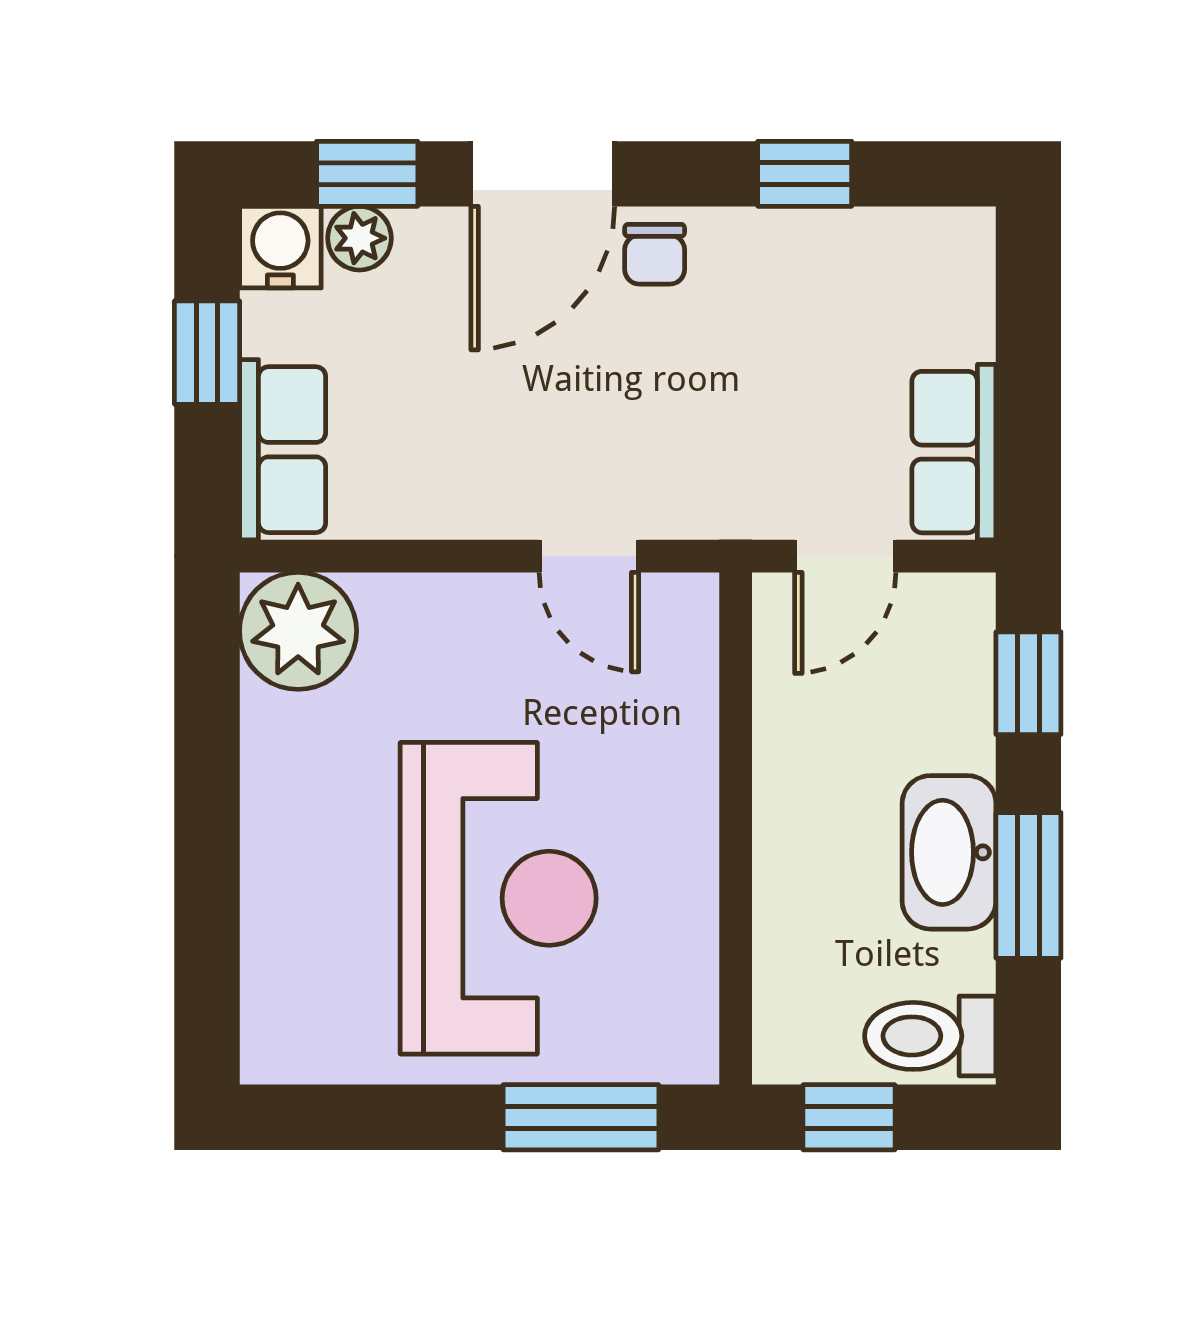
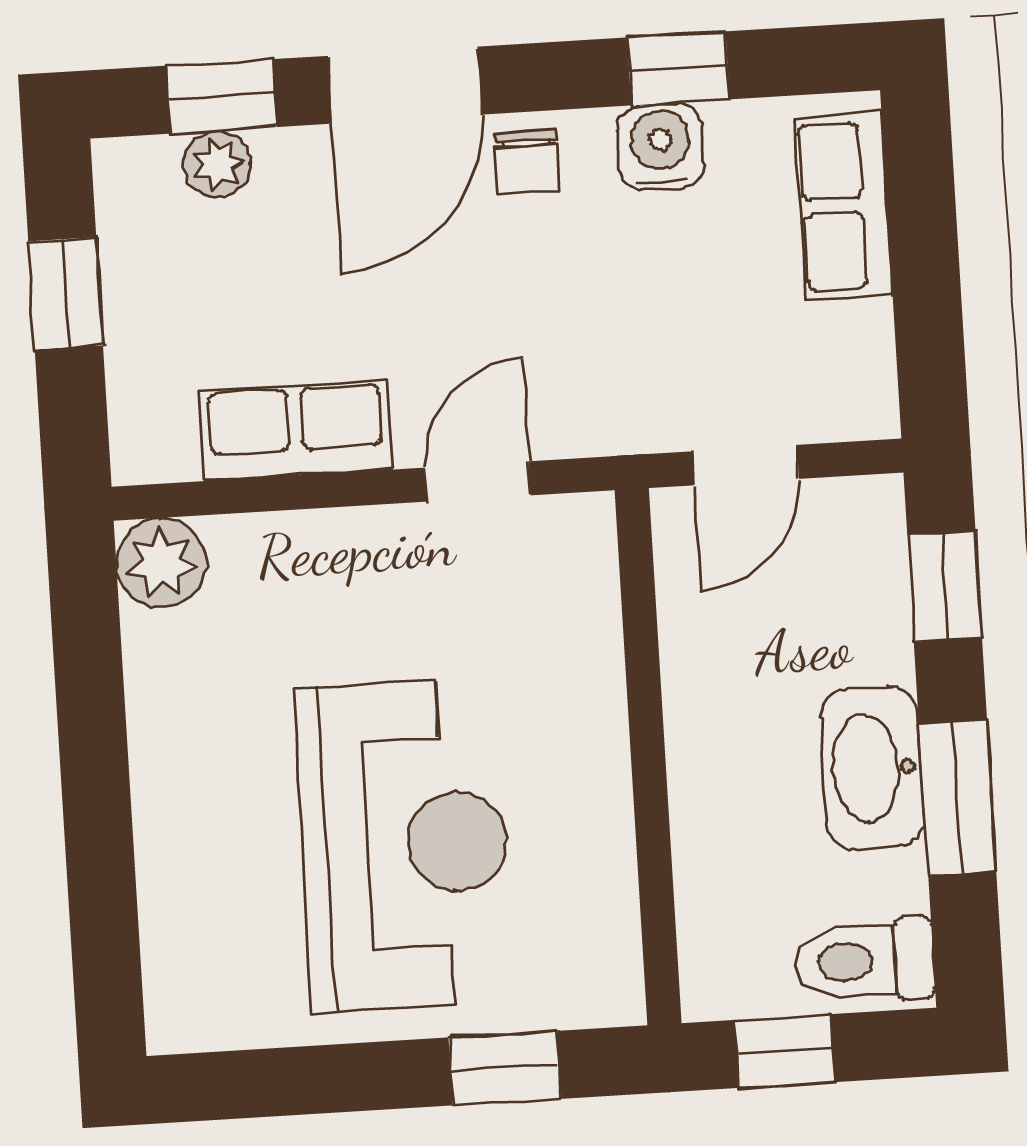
water cooler: (280, 247) -> (660, 146), moved
row of seats: (283, 450) -> (296, 430), moved, turned -90
row of seats: (954, 452) -> (843, 206), moved
door: (589, 556) -> (478, 481), swing flipped
plant: (298, 631) -> (161, 563), width x0.73, depth x0.73
window: (581, 1117) -> (505, 1068), width x0.67

